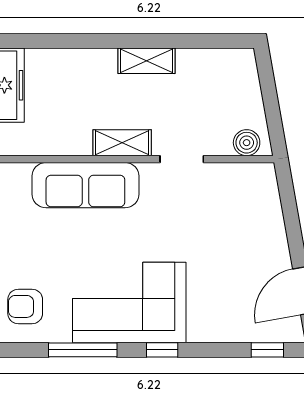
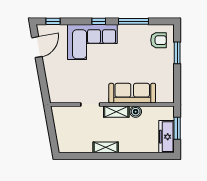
boiler: (247, 143) -> (136, 112), moved
corner sofa: (129, 302) -> (92, 42), moved

